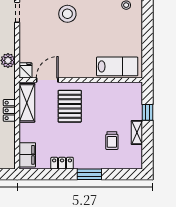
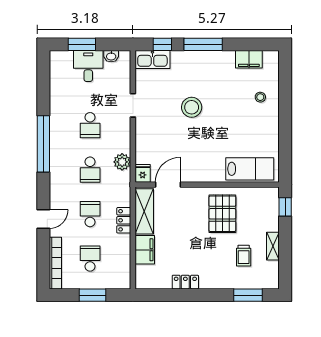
pallet: (70, 106) -> (222, 214), moved
window: (147, 112) -> (285, 207), moved
filing cabinet: (27, 155) -> (145, 250), moved
window: (89, 174) -> (248, 295), moved

